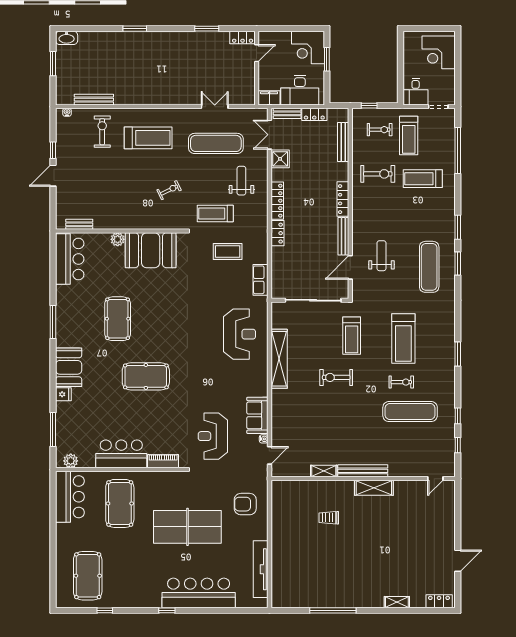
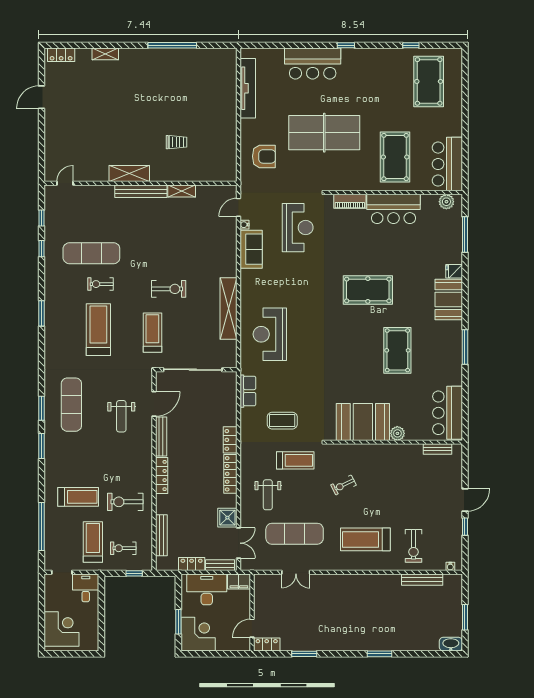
bar counter: (199, 593) -> (313, 64), width x0.73

